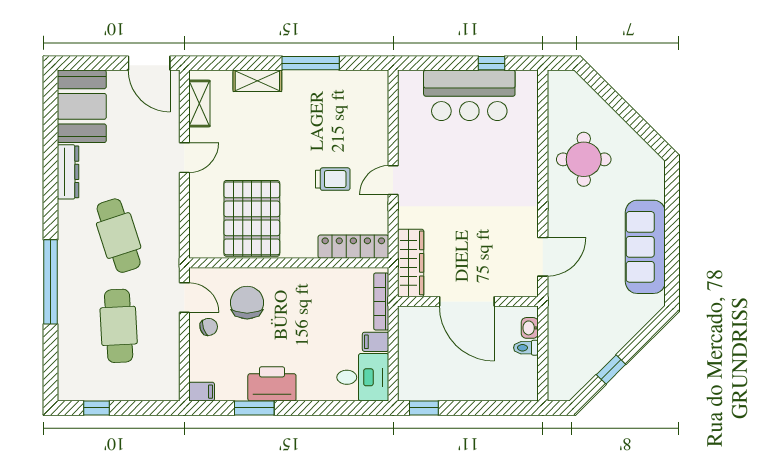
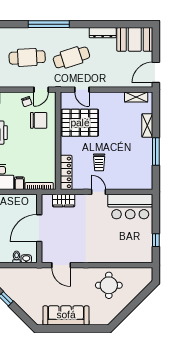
bar counter: (469, 95) -> (130, 207), moved, turned -90
door: (184, 158) -> (82, 90), moved
wardrobe: (411, 263) -> (64, 201), width x0.67

